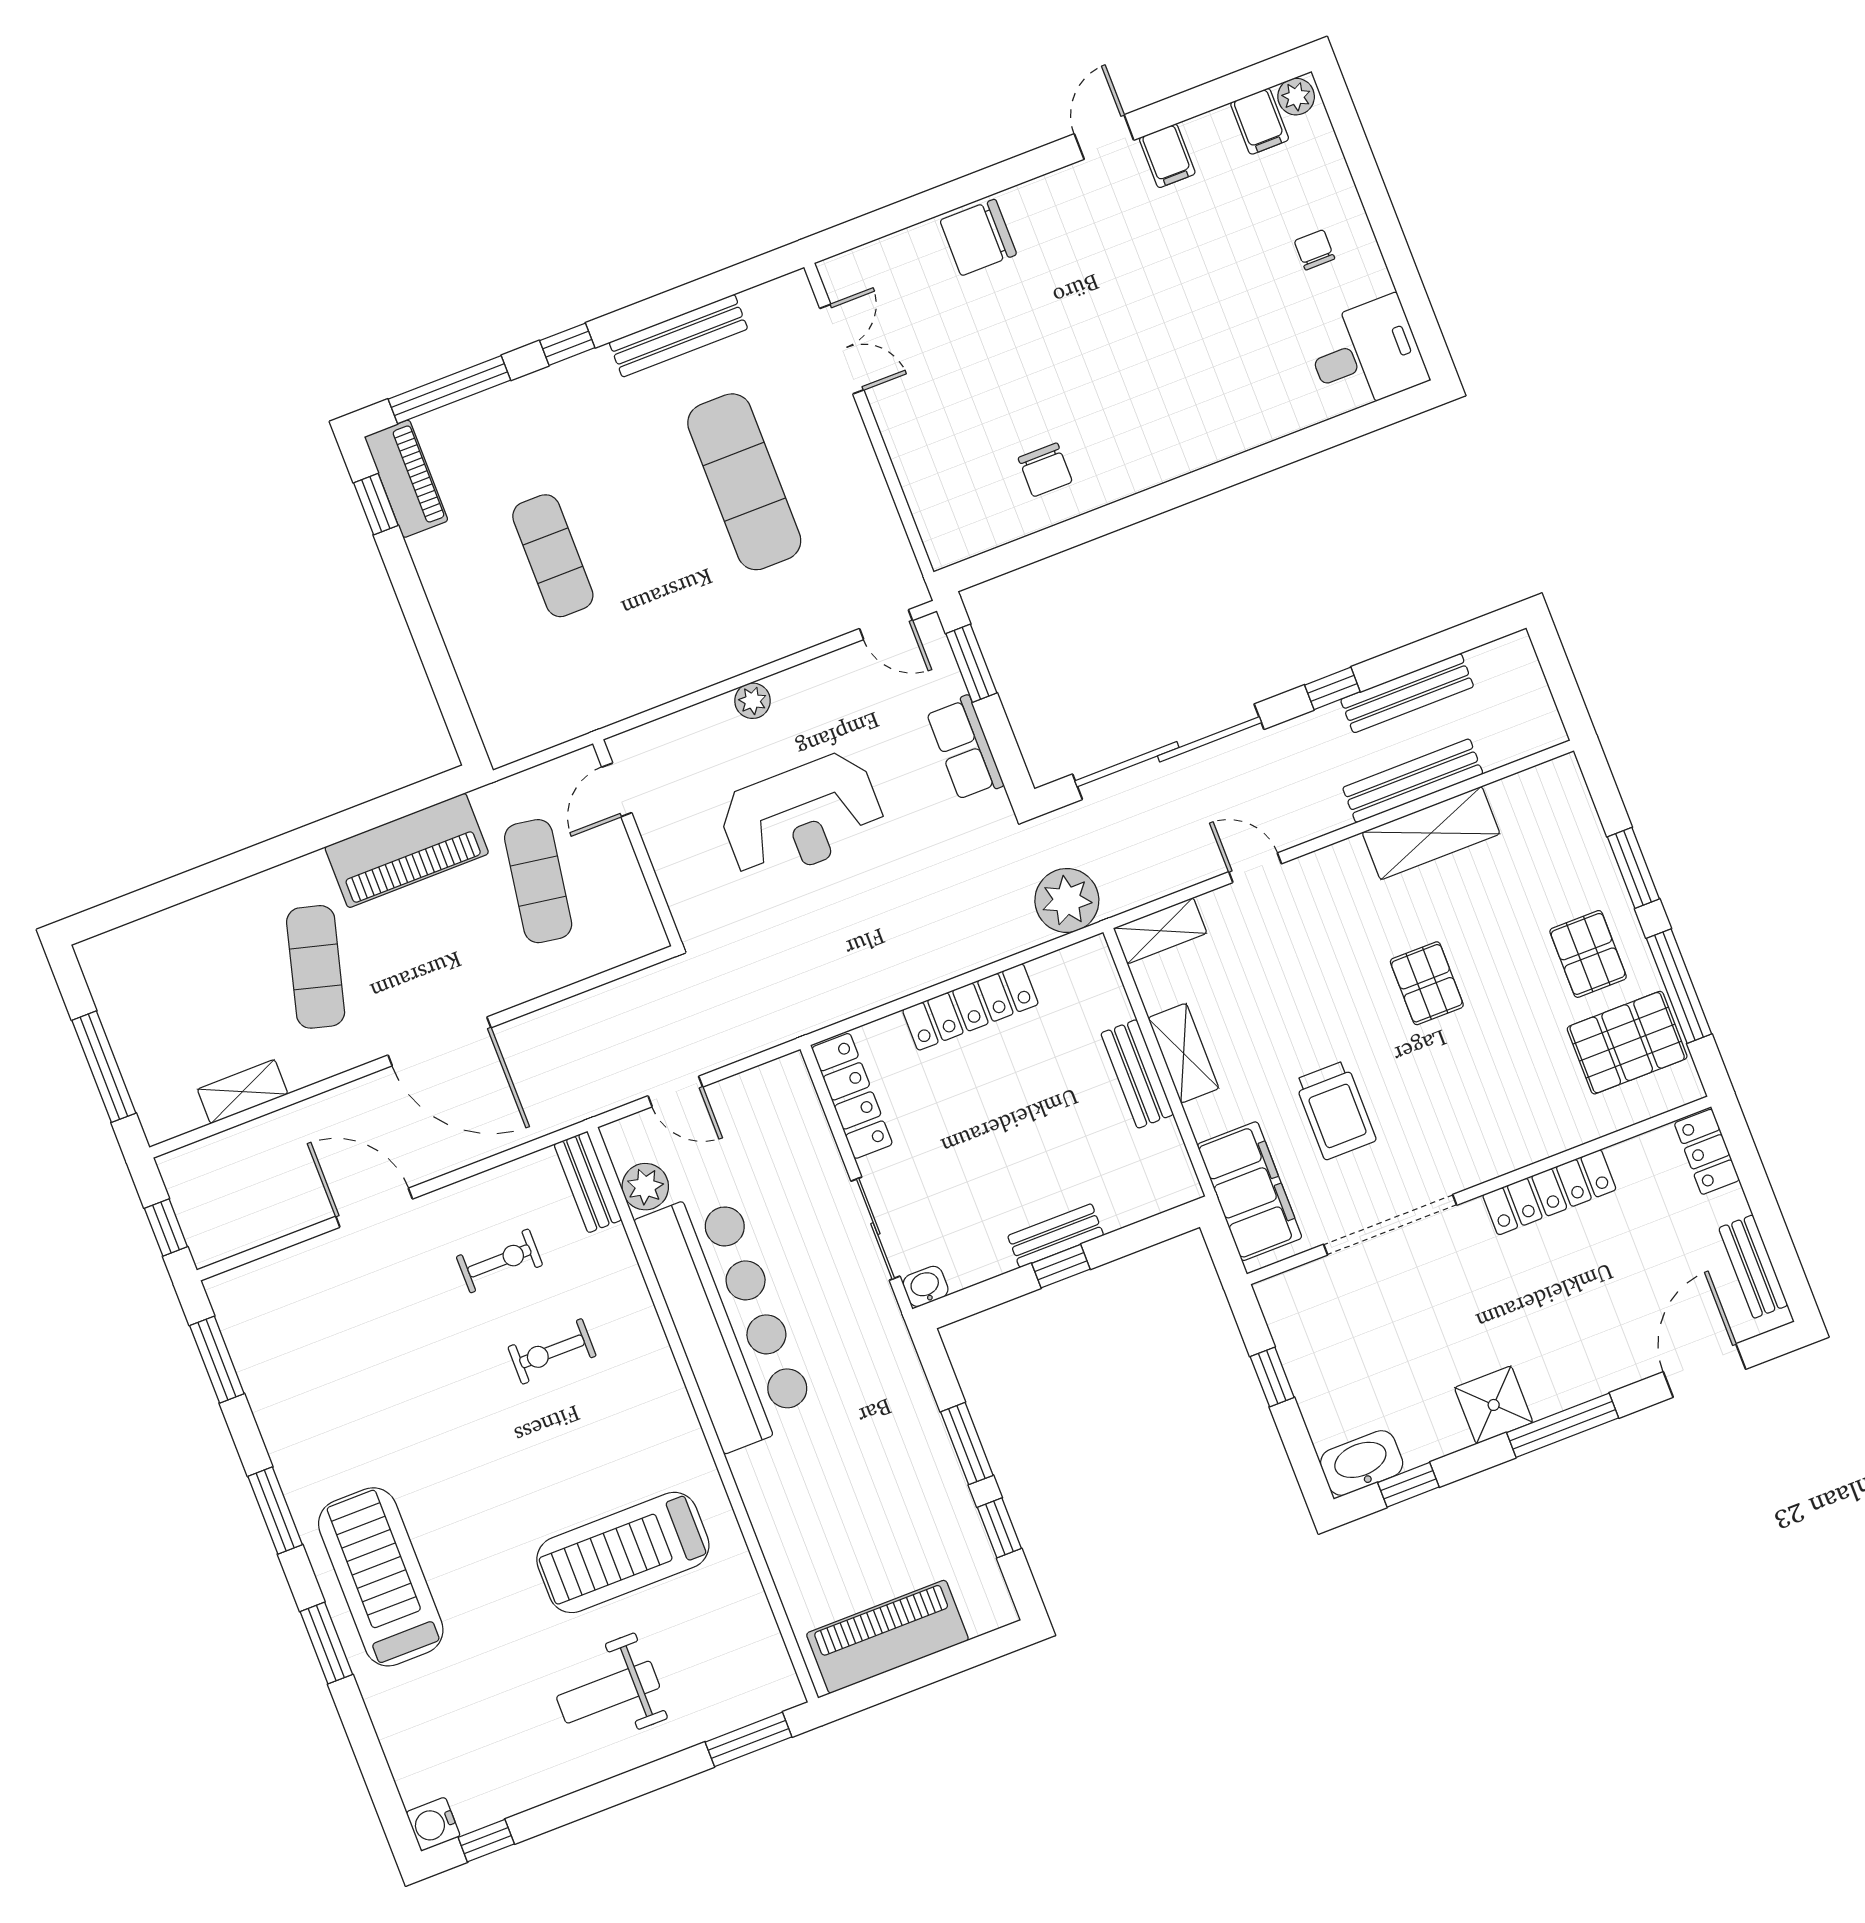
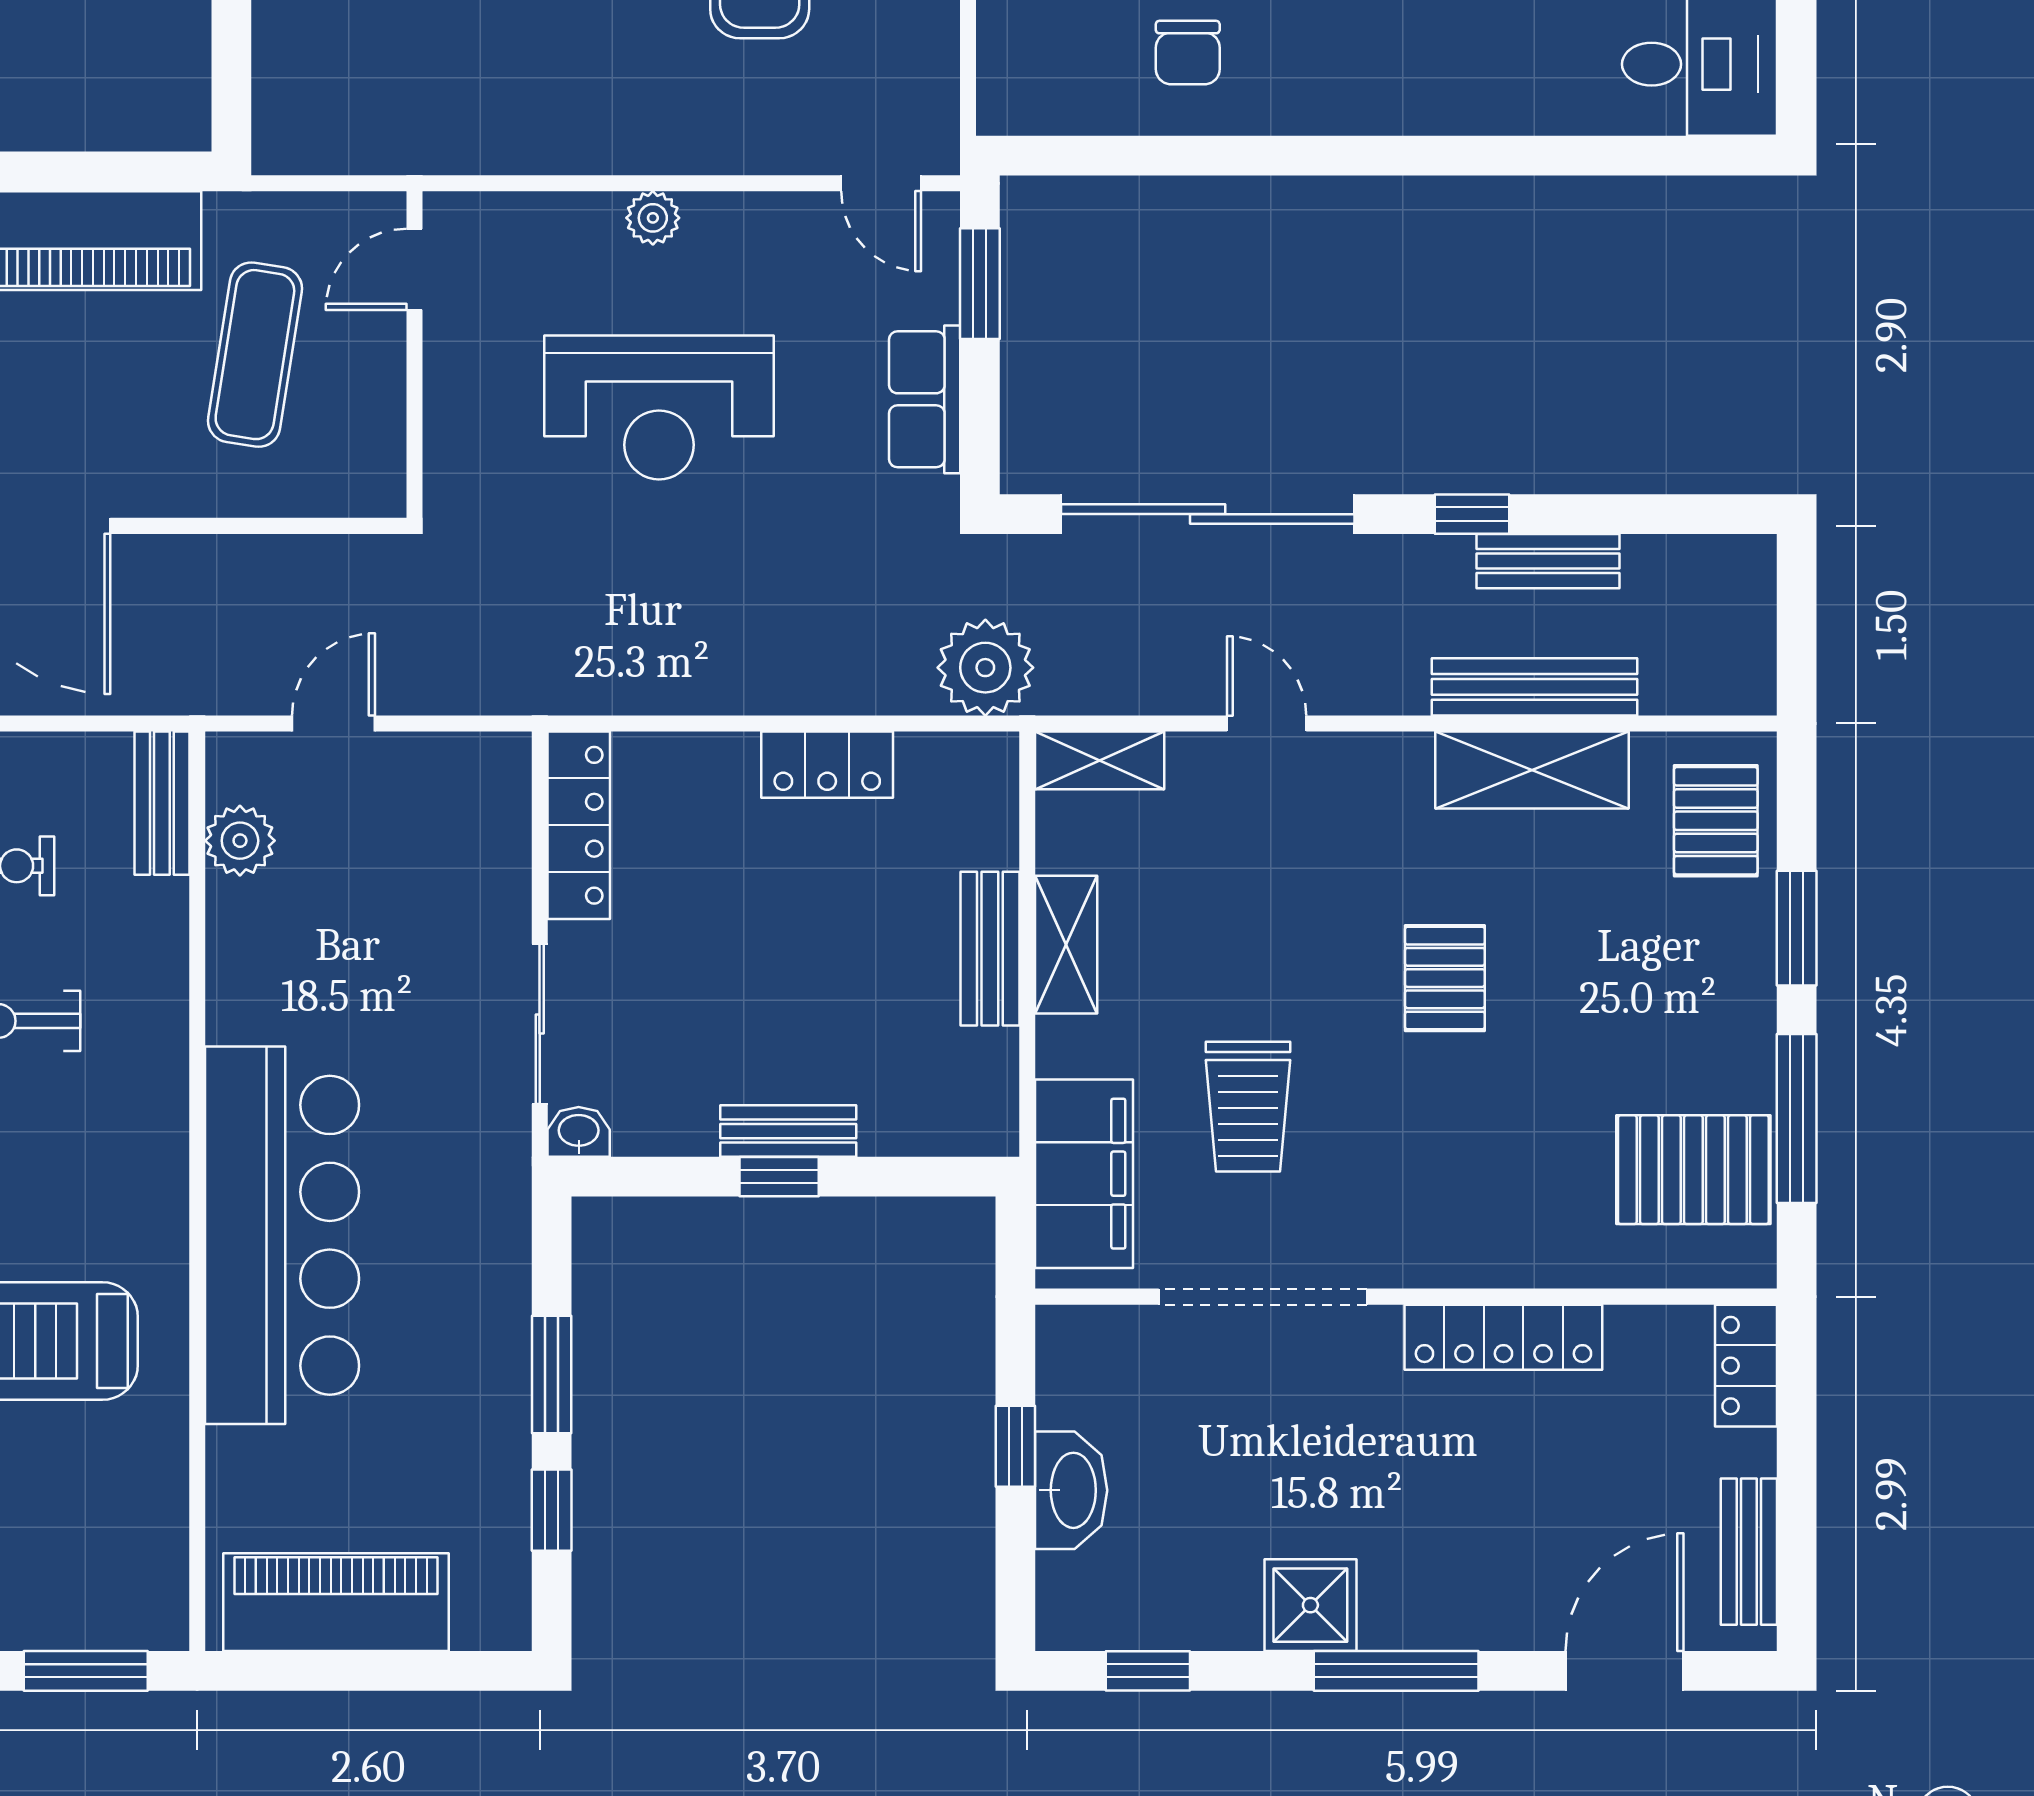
bench: (1407, 693) -> (1548, 561), width x0.73
pallet: (1588, 954) -> (1716, 821), moved
locker: (970, 1007) -> (827, 765), width x0.66
door: (675, 1091) -> (334, 723), swing flipped
bar counter: (726, 1319) -> (282, 1235), moved
washbasin: (1362, 1463) -> (1071, 1490), moved, turned 90

